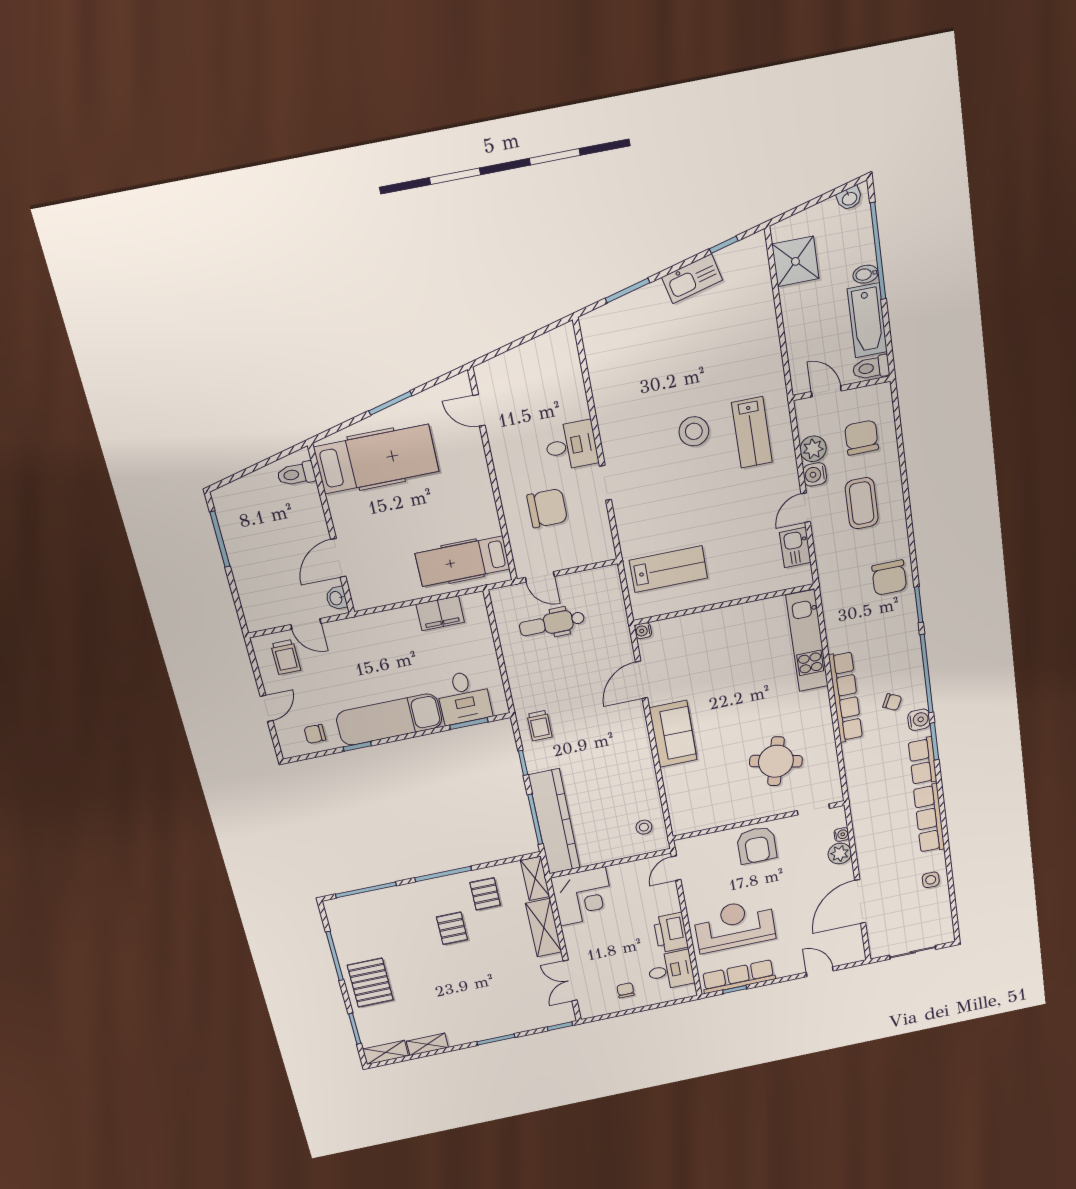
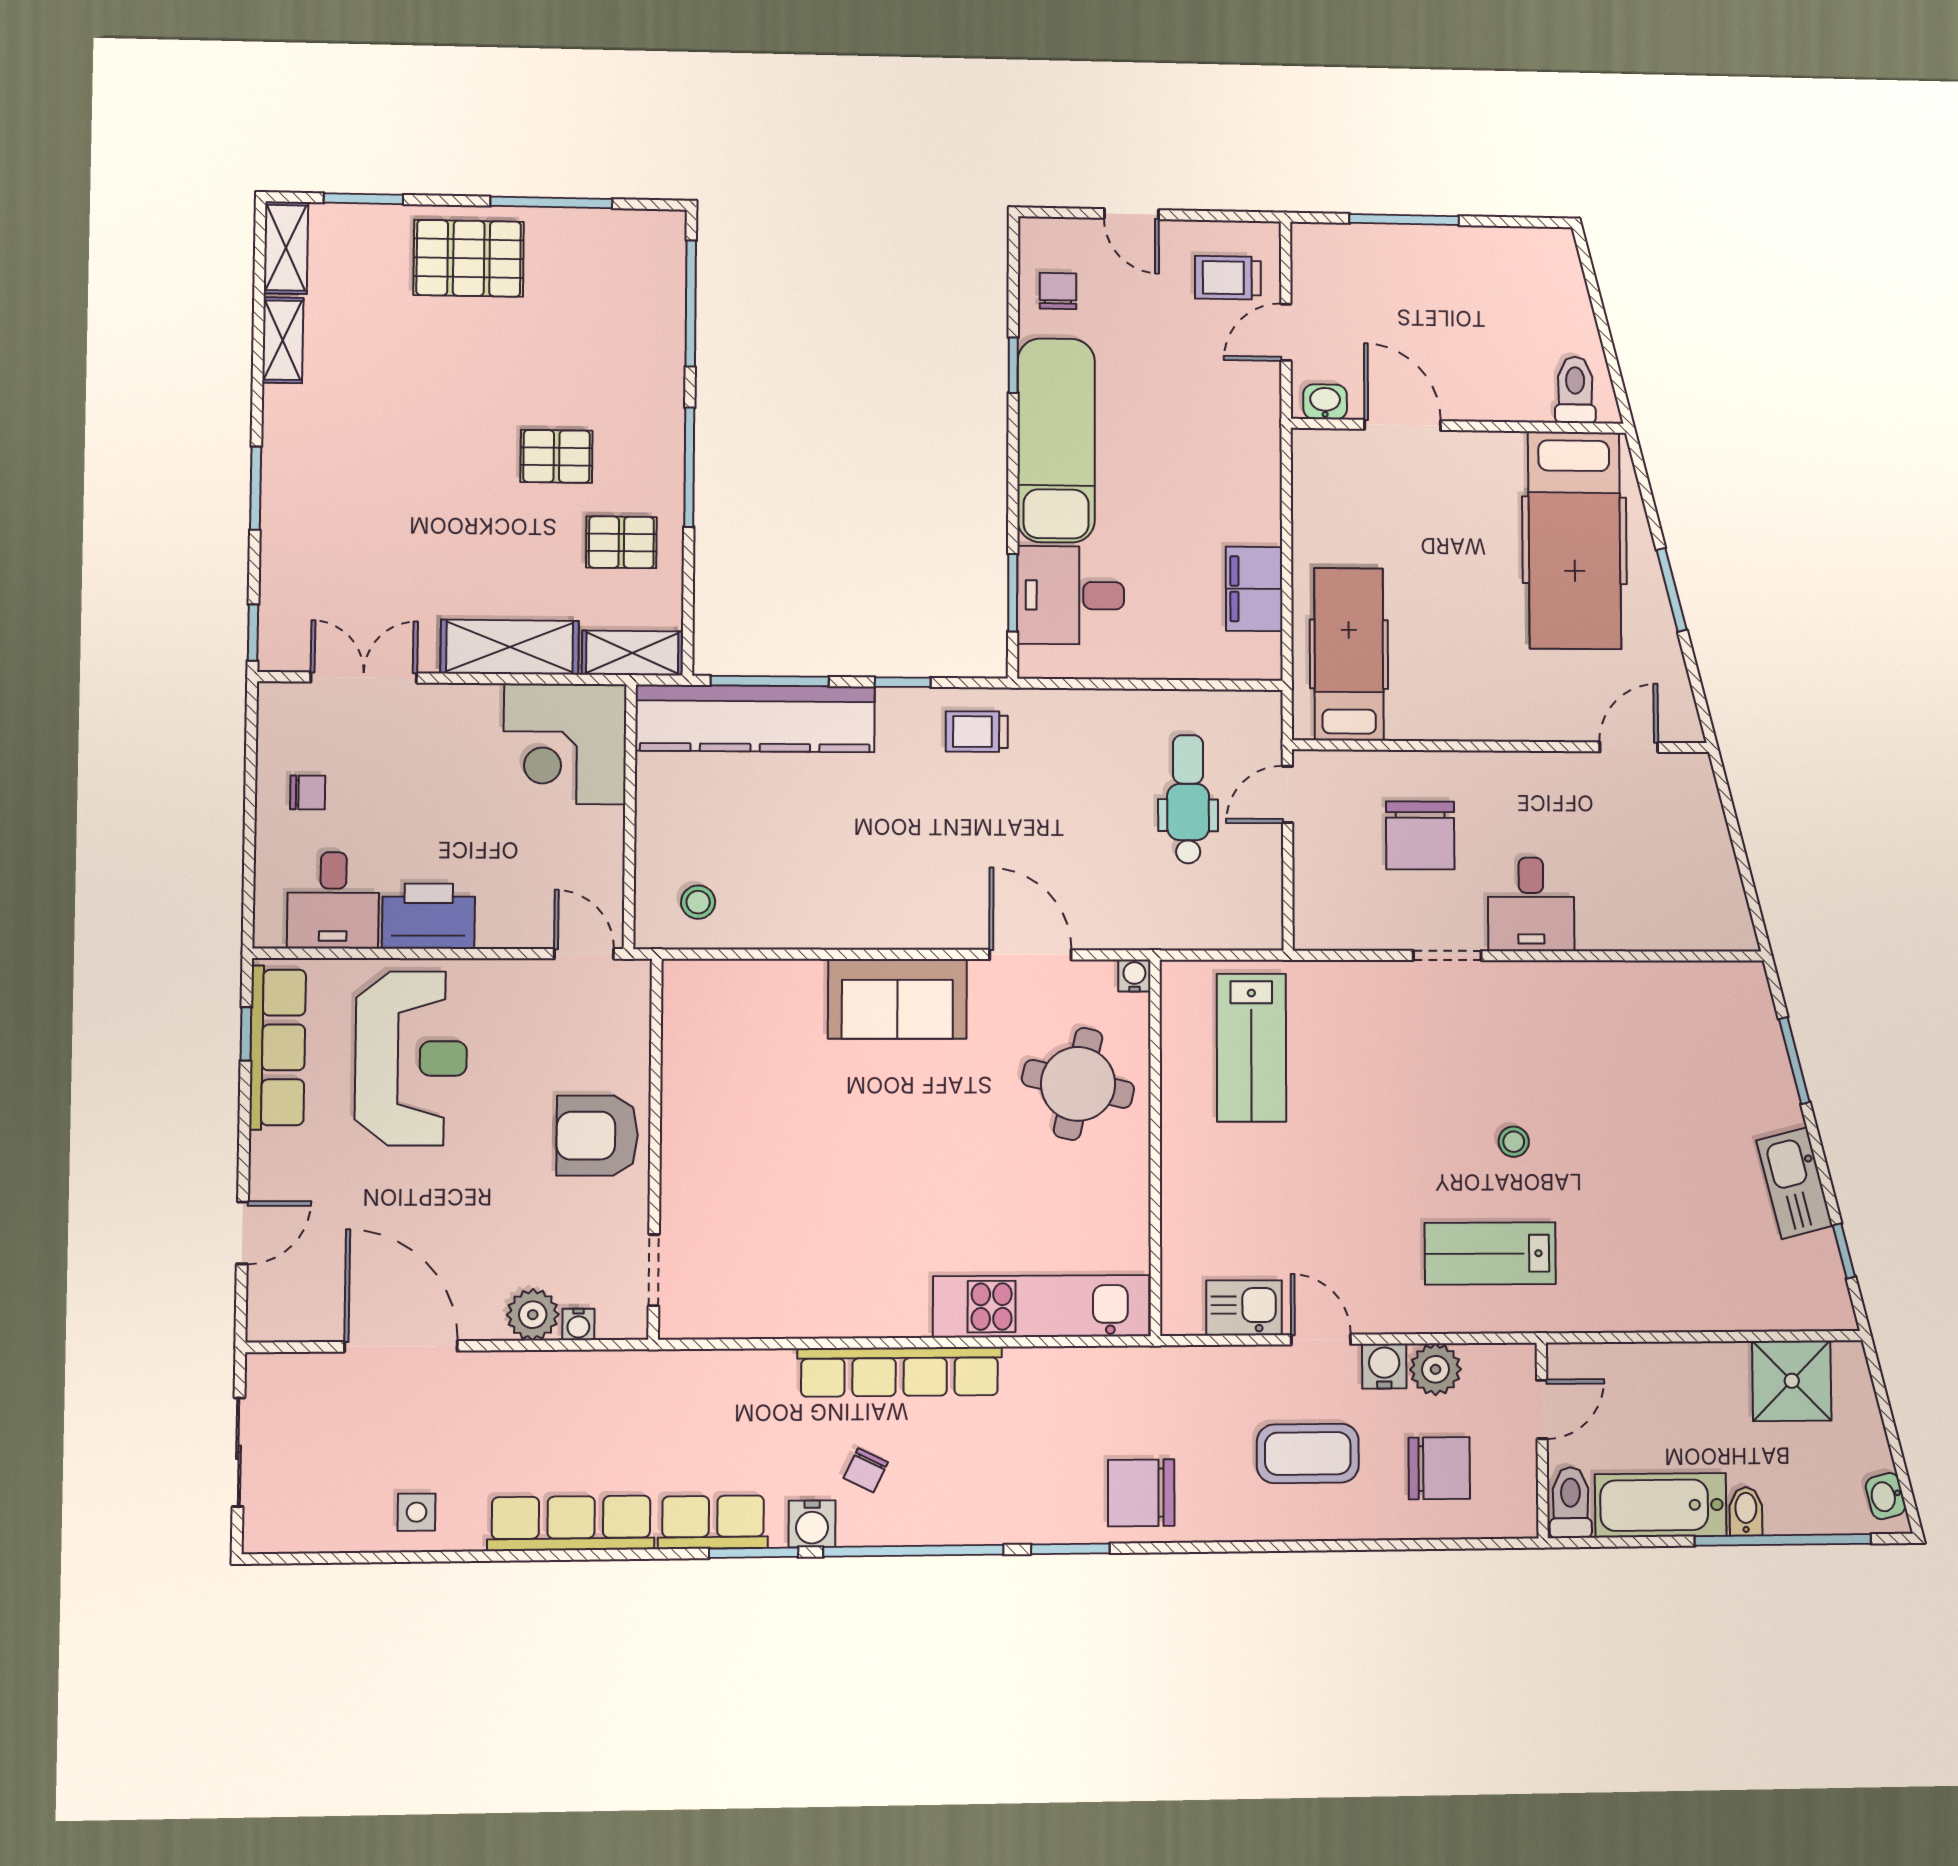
stool: (694, 431) -> (1514, 1142), width x0.53, depth x0.53
window: (220, 539) -> (1404, 220), moved
round table: (776, 761) -> (1078, 1084), moved

